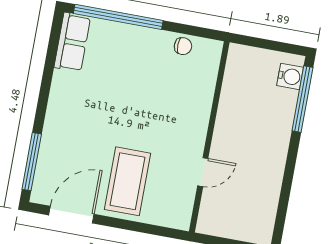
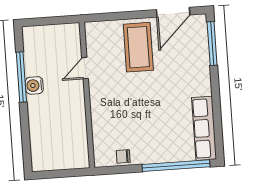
row of seats: (72, 42) -> (204, 128), width x1.48
water cooler: (290, 76) -> (34, 85), moved
window: (302, 99) -> (21, 77), moved

